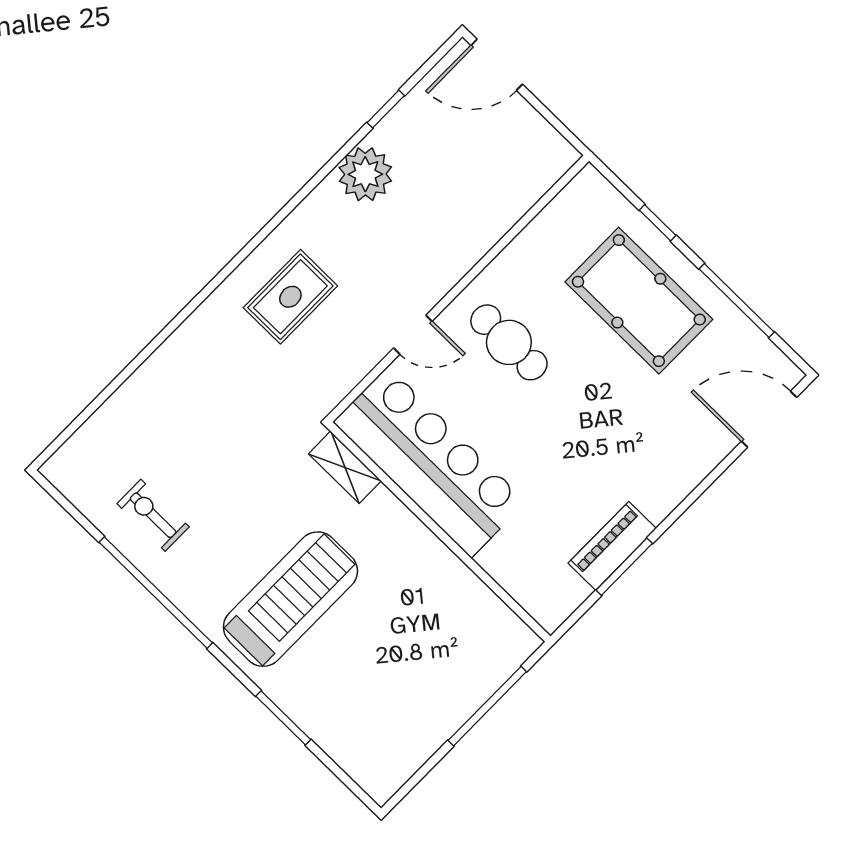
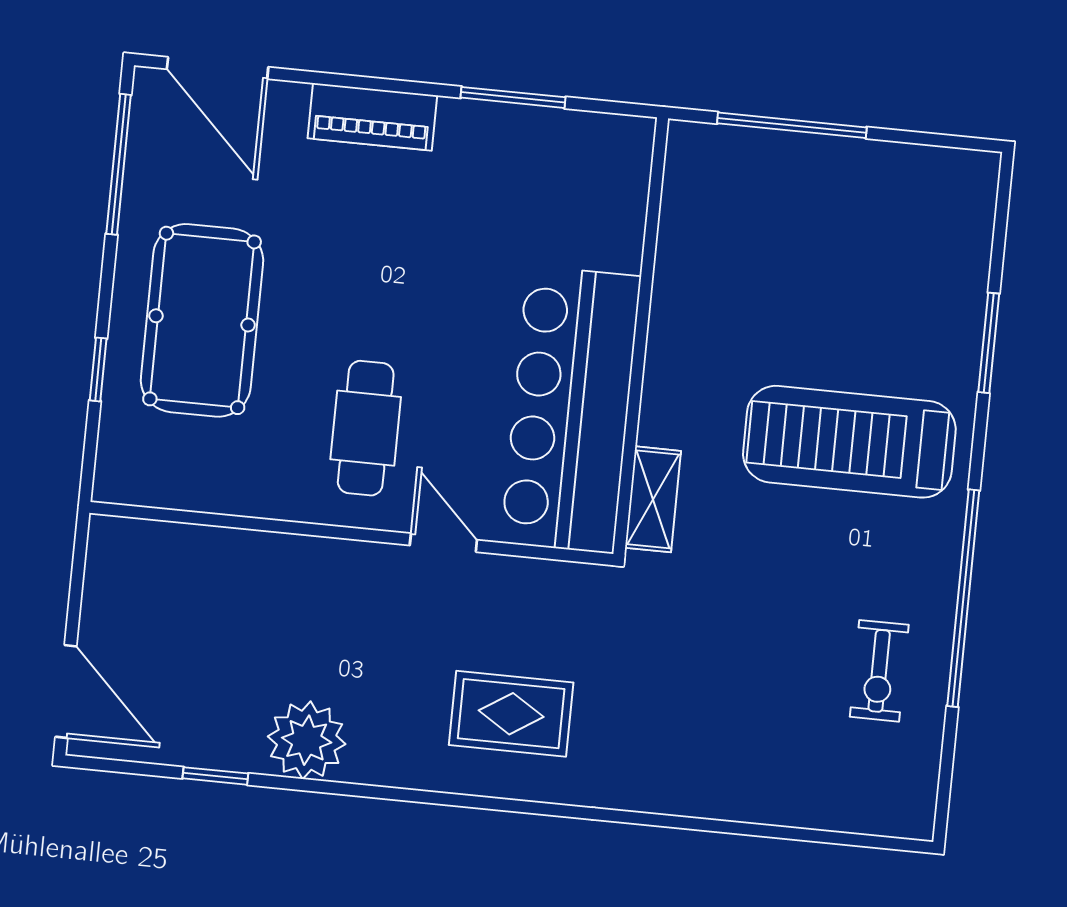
window: (737, 301) -> (119, 164), moved
piano: (612, 546) -> (372, 117), moved

